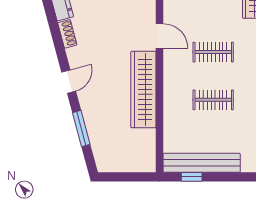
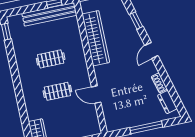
wardrobe: (143, 90) -> (96, 38), moved
window: (81, 128) -> (136, 21), width x0.67

